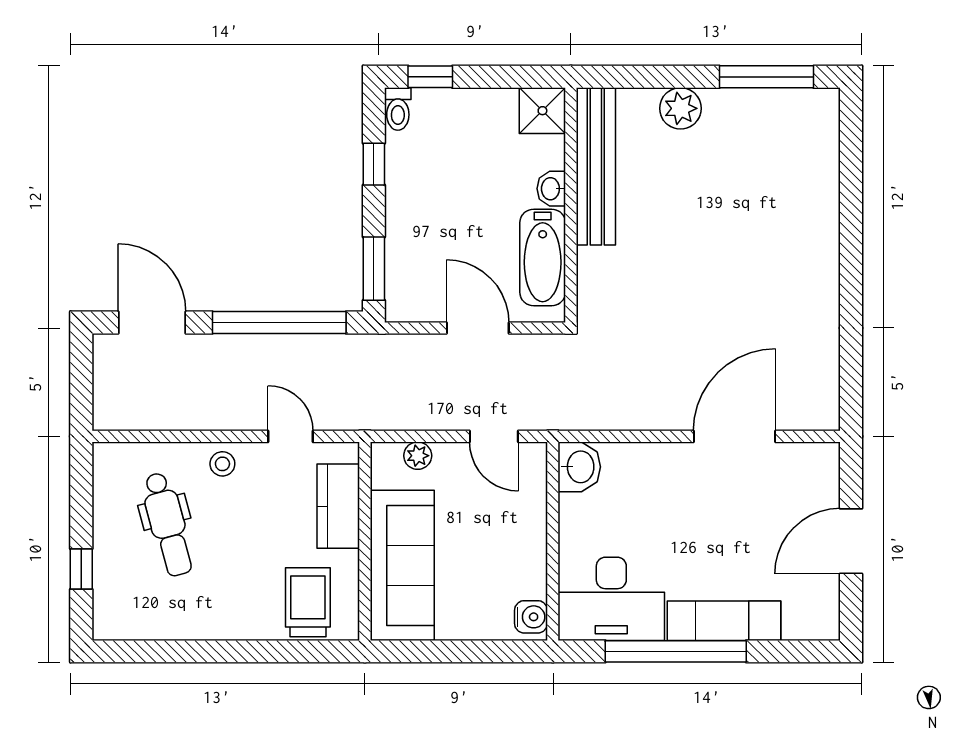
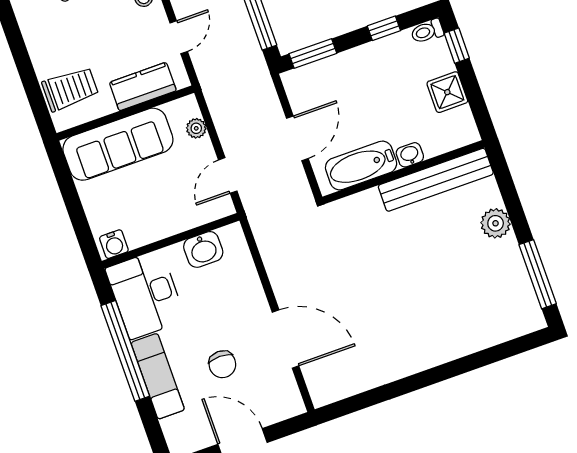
shower: (542, 111) -> (447, 92), moved
washbasin: (579, 467) -> (203, 249), moved
chair: (738, 531) -> (222, 364), added

